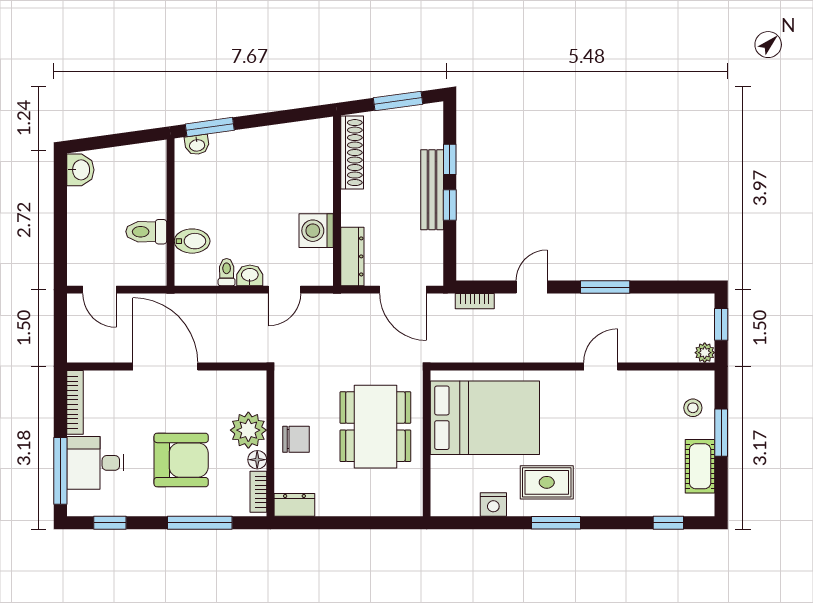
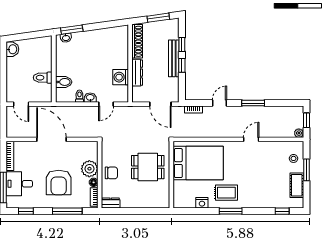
dresser: (352, 256) -> (137, 73), moved
dining table: (375, 427) -> (148, 167), width x0.73
armchair: (181, 460) -> (59, 182), turned 90

